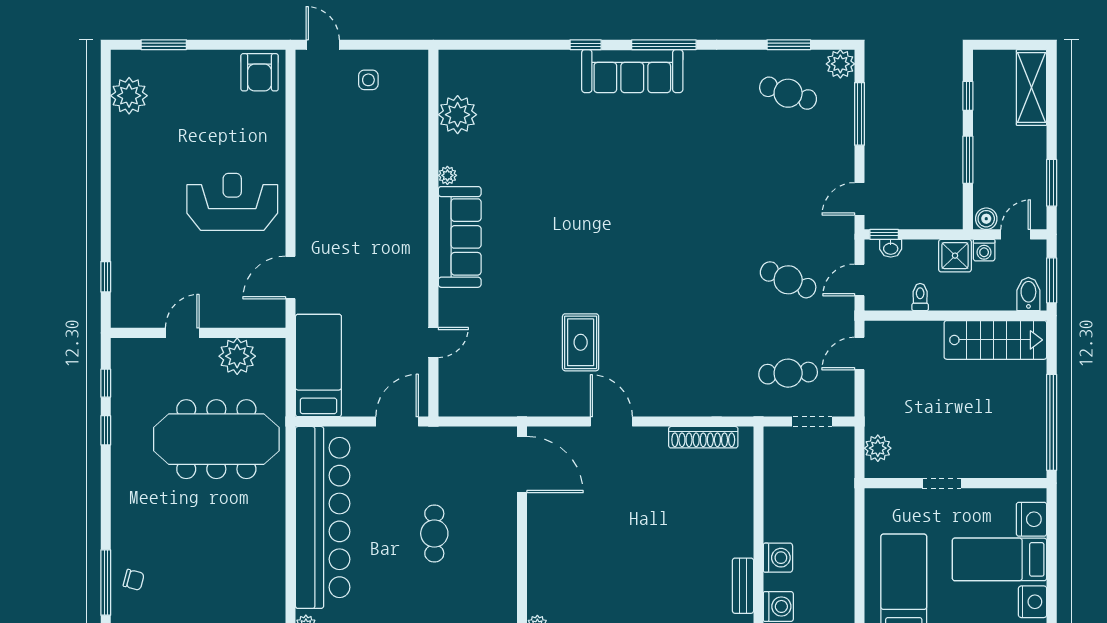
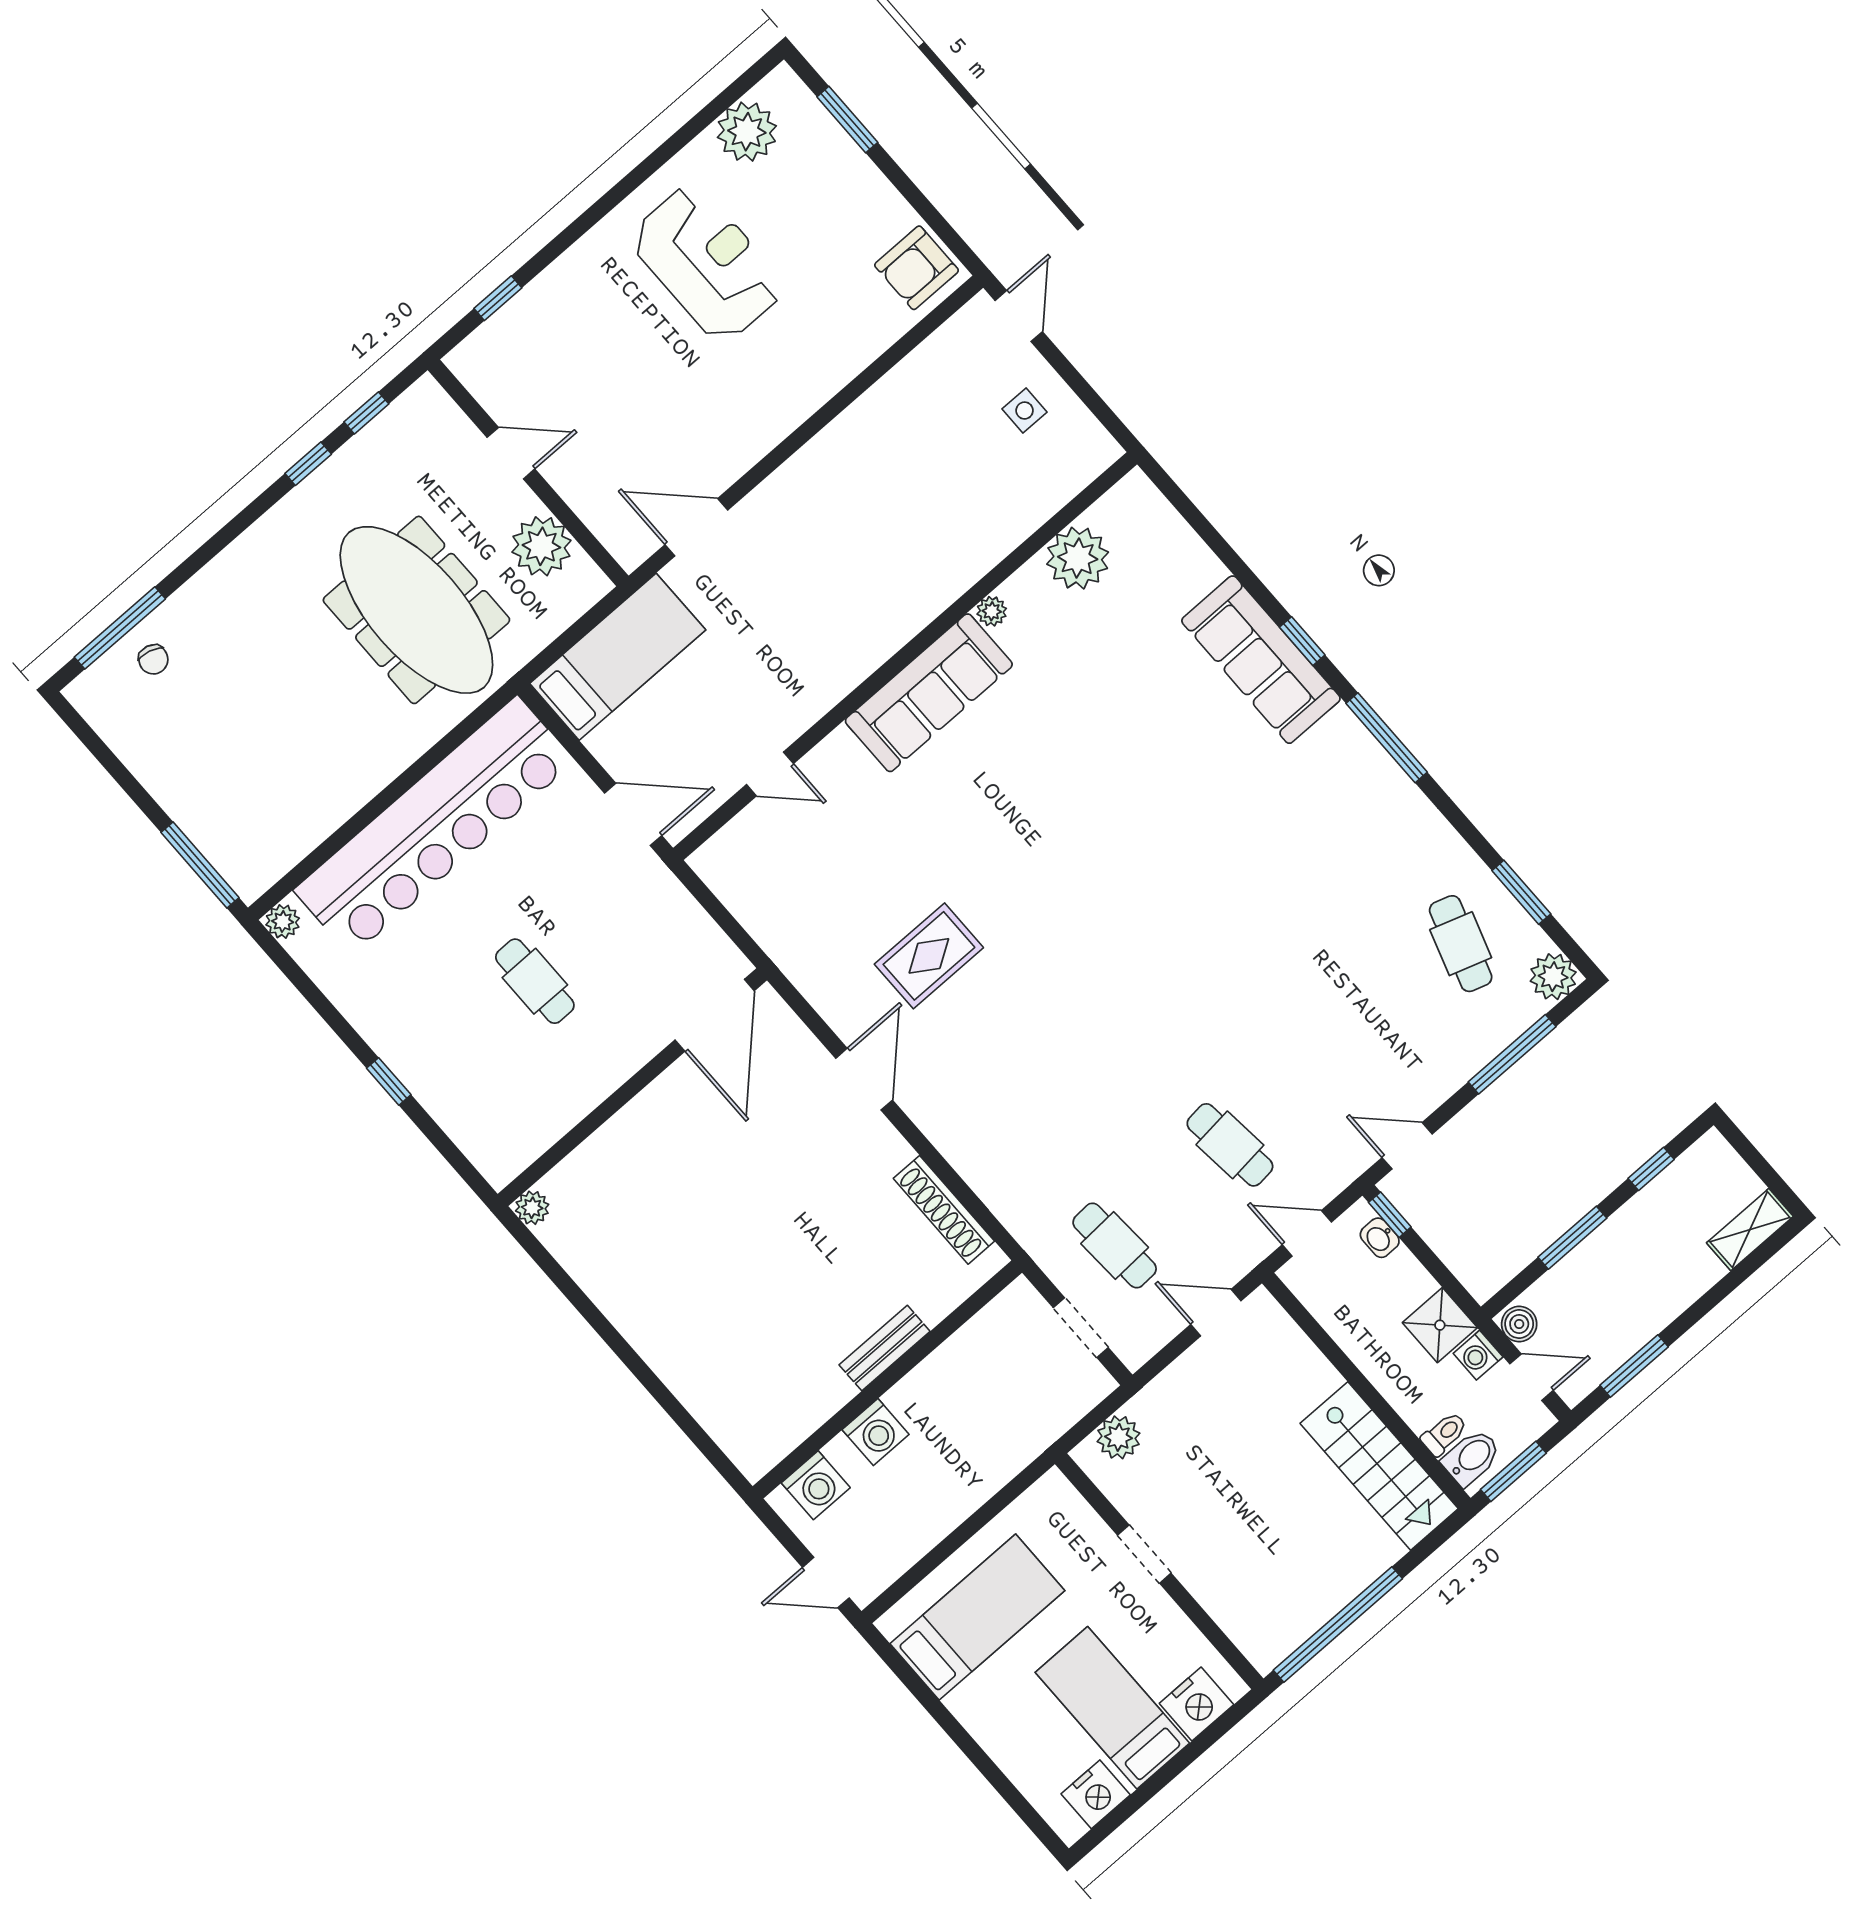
sofa: (632, 71) -> (1261, 660), moved
shelving: (1032, 87) -> (1750, 1230), width x0.67, depth x0.75
reception desk: (232, 202) -> (707, 263), moved
cafe table: (788, 280) -> (1230, 1145), turned -30
toilet: (920, 297) -> (1444, 1434), moved
cafe table: (434, 533) -> (535, 981), turned 90
bench: (743, 586) -> (885, 1348), moved

